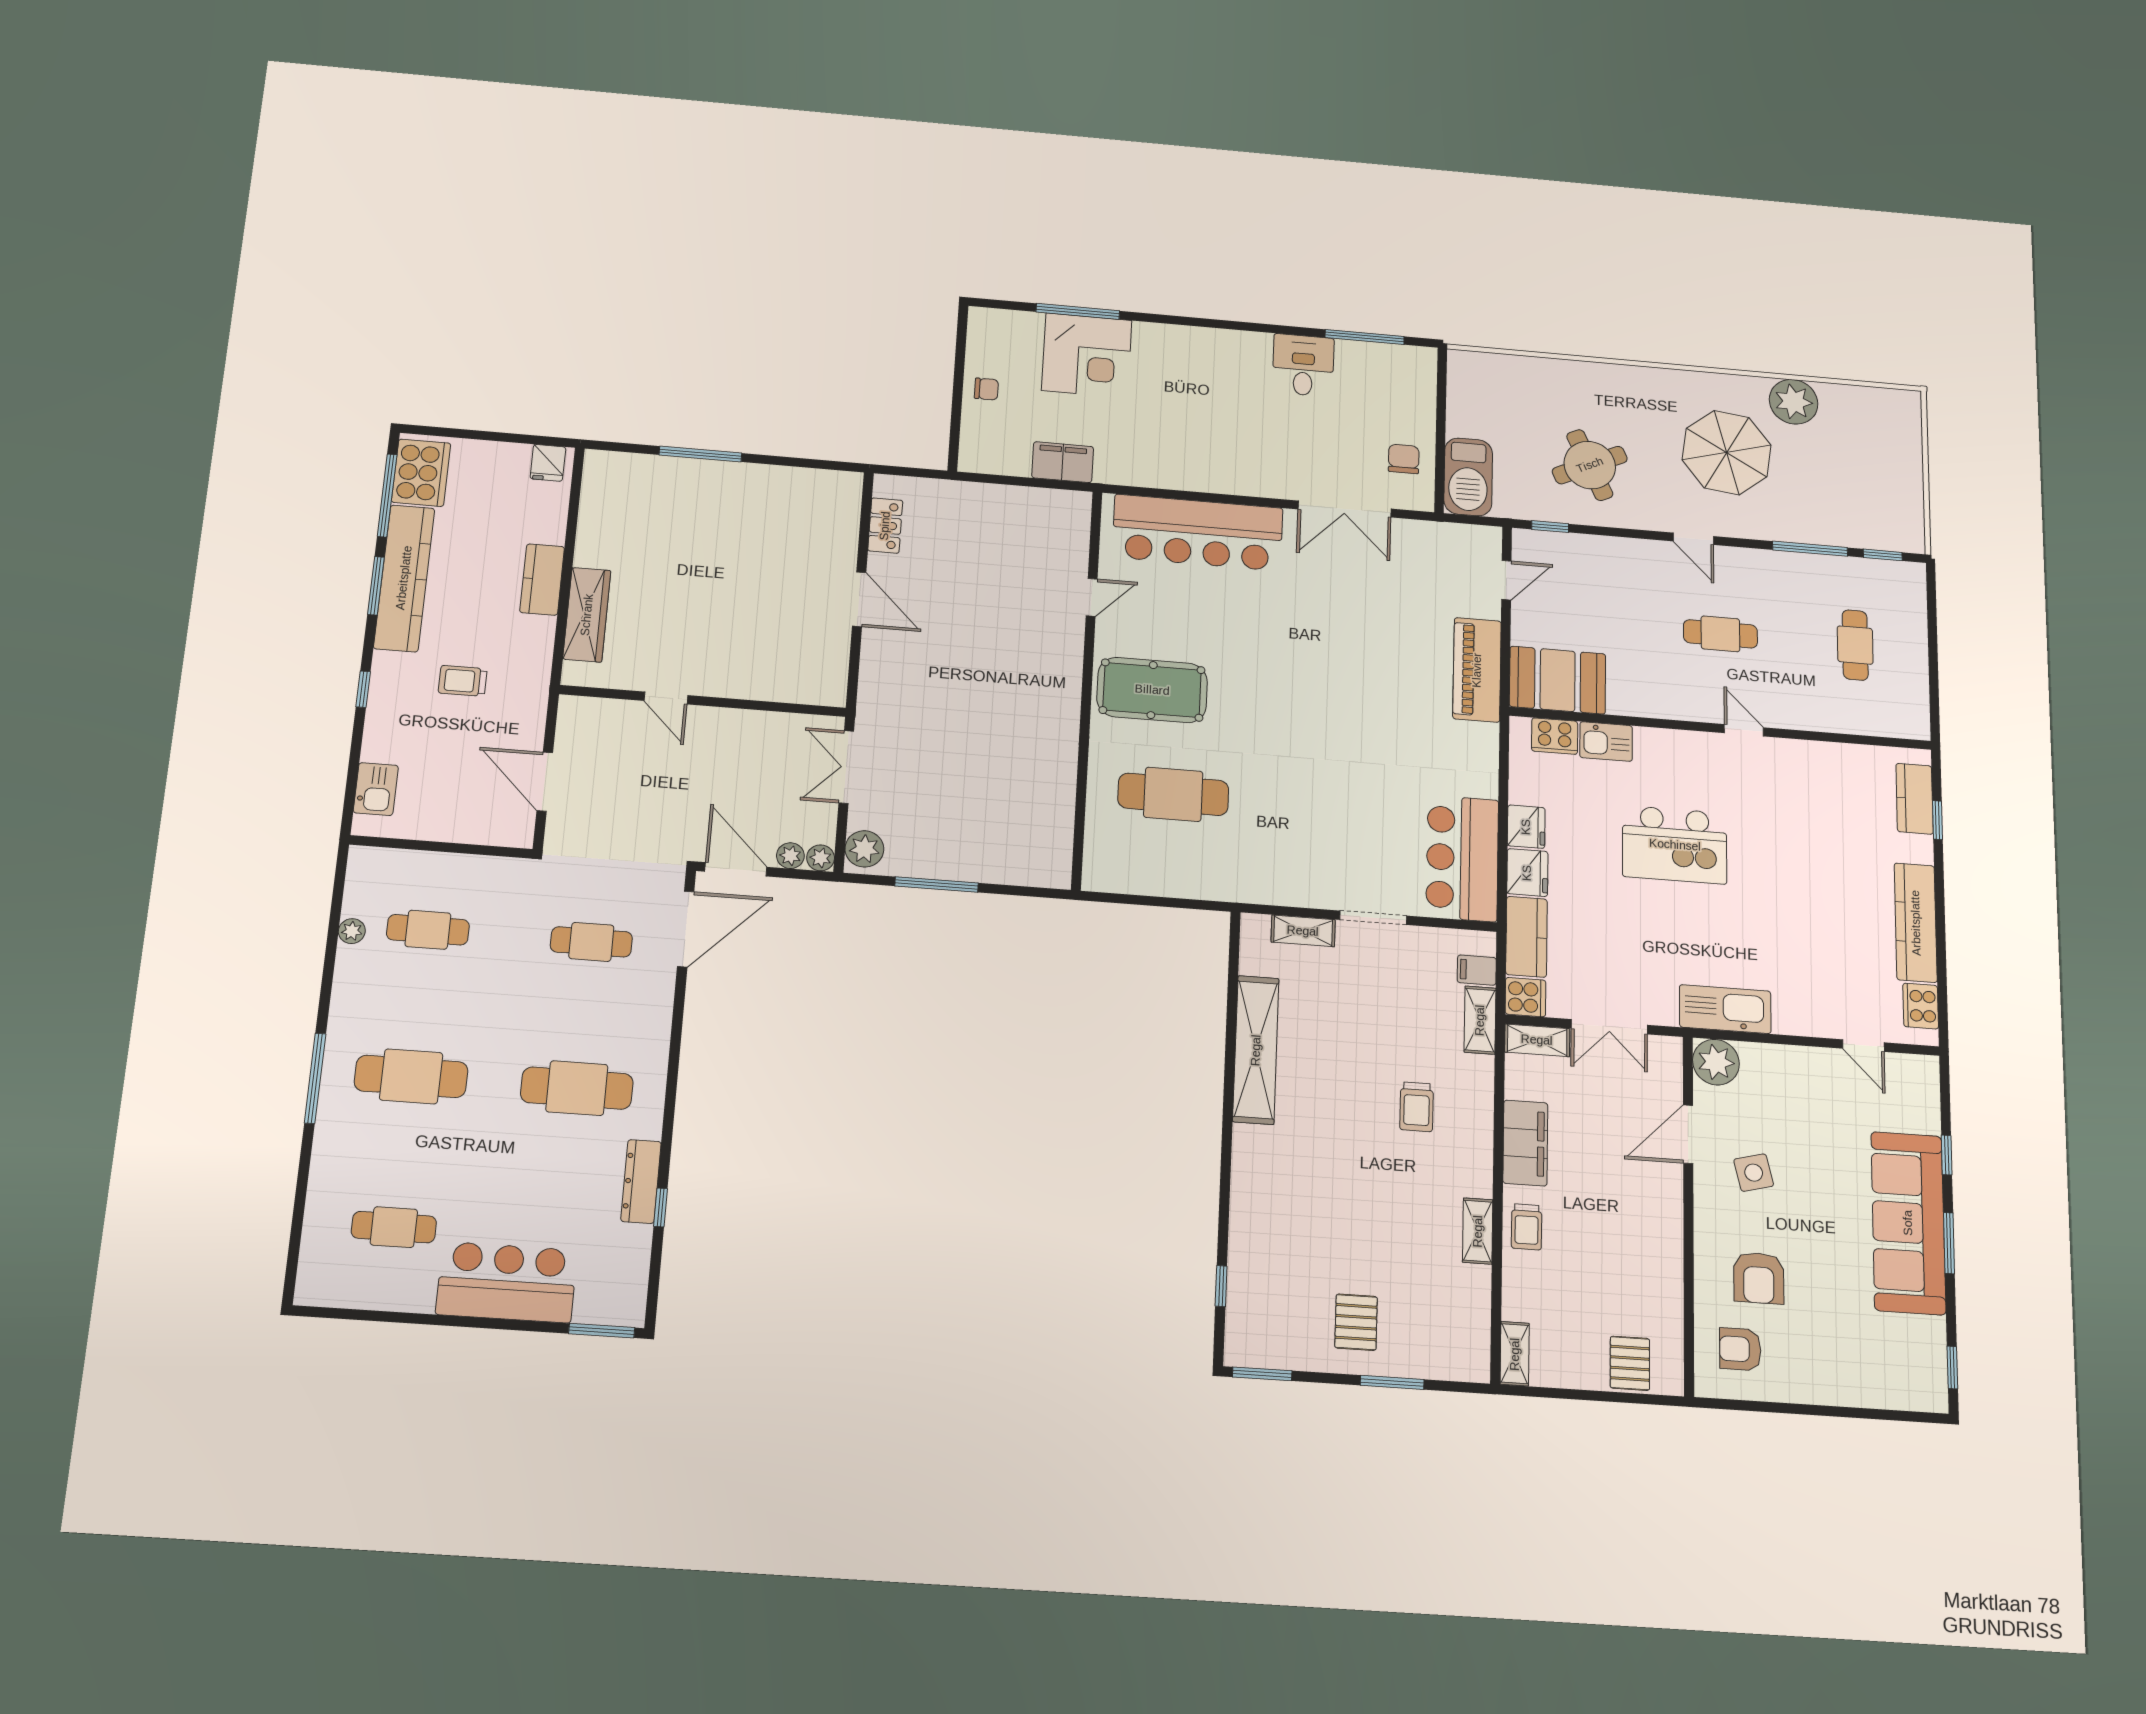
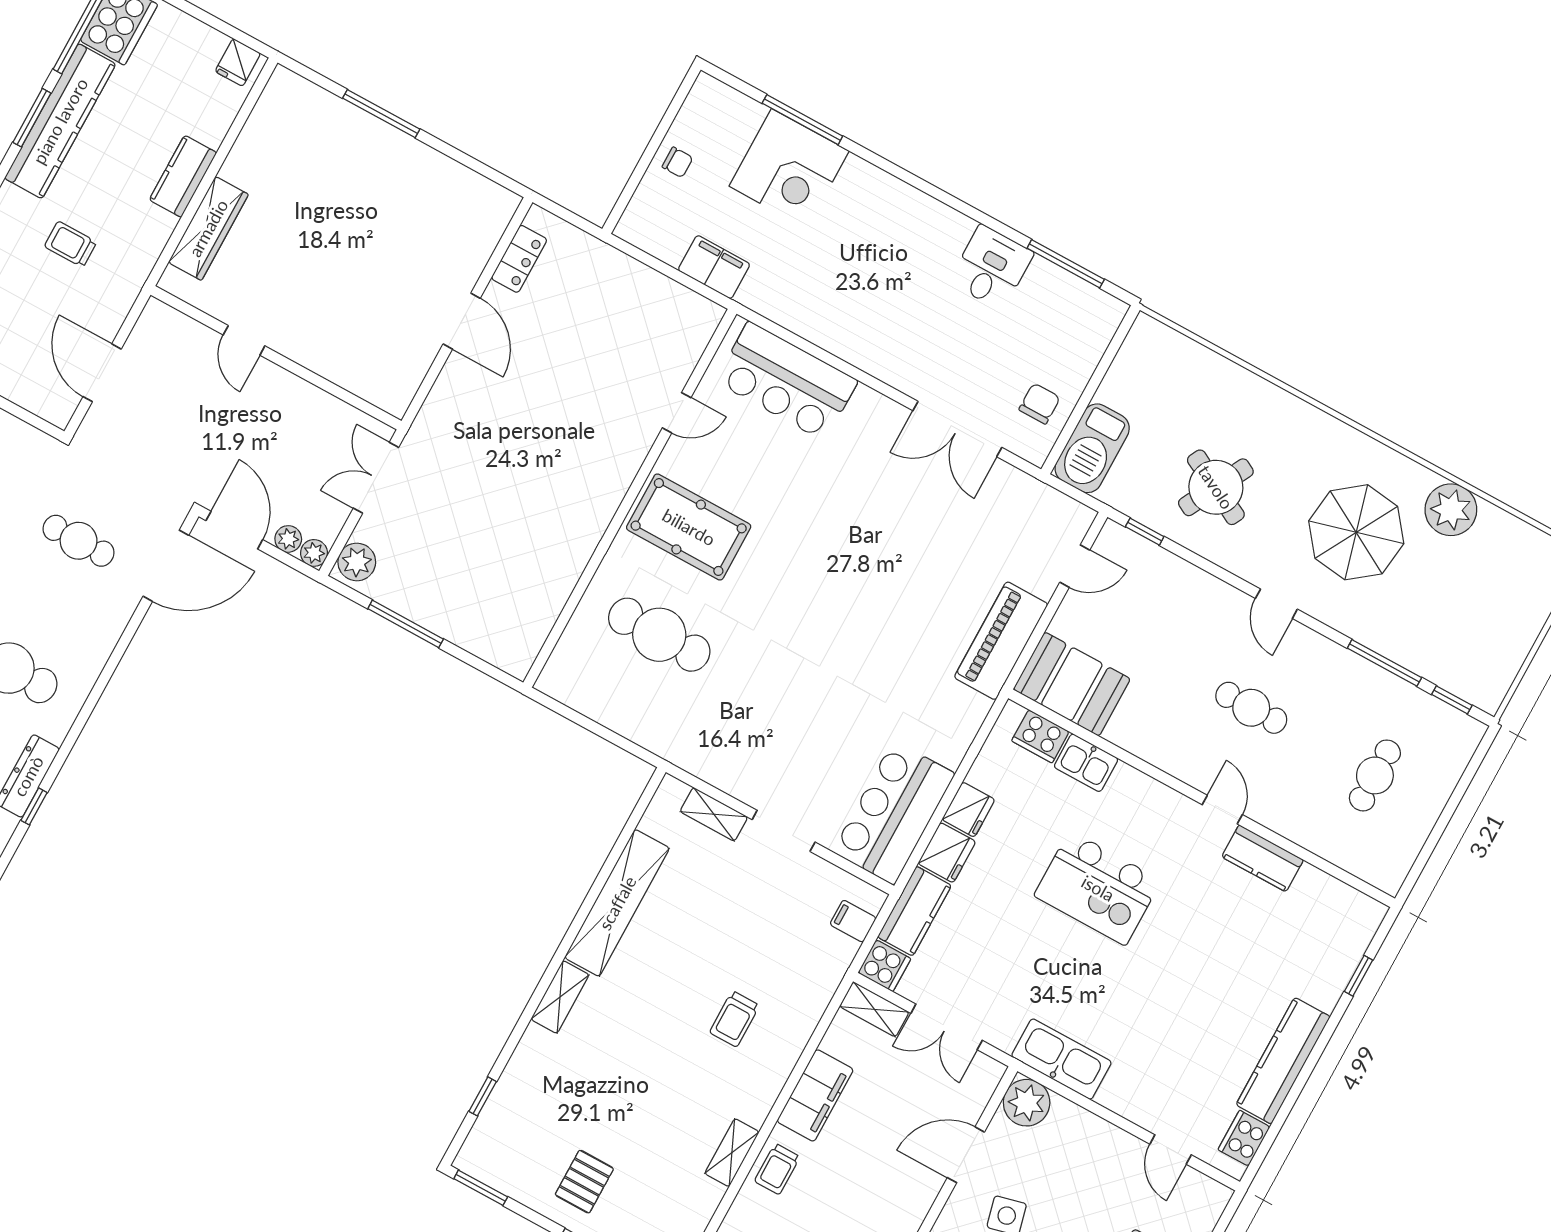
round table: (1590, 465) -> (1216, 487), turned -37
bar counter: (1198, 533) -> (787, 381), width x0.73
kitchen counter: (1915, 799) -> (1263, 858), moved, turned -90
shelving: (1480, 1020) -> (560, 997), moved

